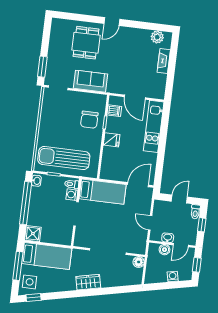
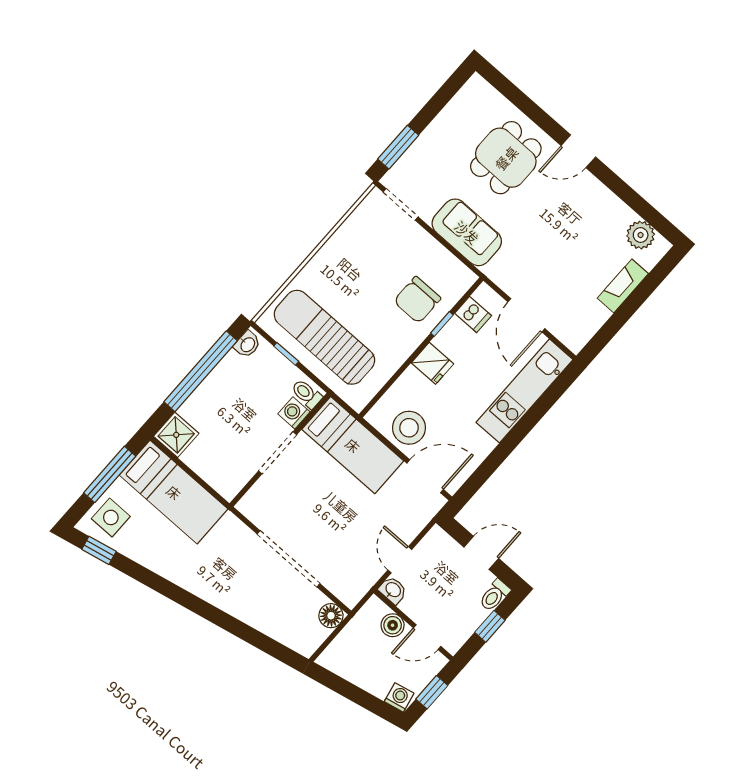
stool: (119, 170) -> (409, 428), added
washbasin: (168, 238) -> (393, 590), moved
washing machine: (173, 276) -> (399, 697), moved
wardrobe: (88, 282) -> (216, 590), removed

